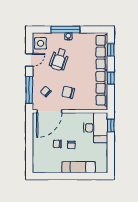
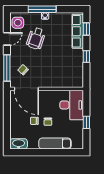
row of seats: (102, 88) -> (78, 67), removed
chair: (68, 92) -> (45, 70), removed
door: (49, 111) -> (26, 89), hinge flipped
window: (111, 126) -> (86, 122), moved
washbasin: (41, 168) -> (19, 144), added

